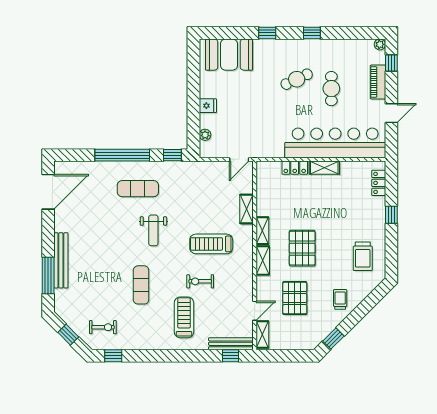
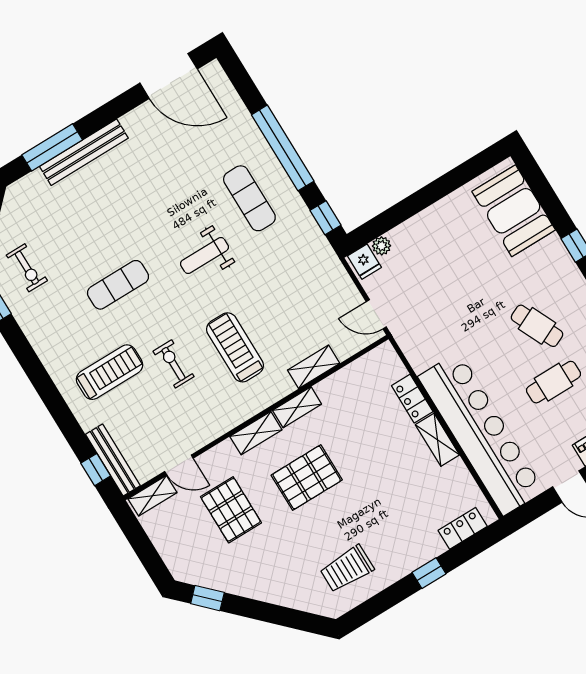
fridge: (208, 106) -> (364, 262), moved
pallet: (295, 298) -> (231, 510), turned 90
trolley: (340, 299) -> (268, 574), removed

